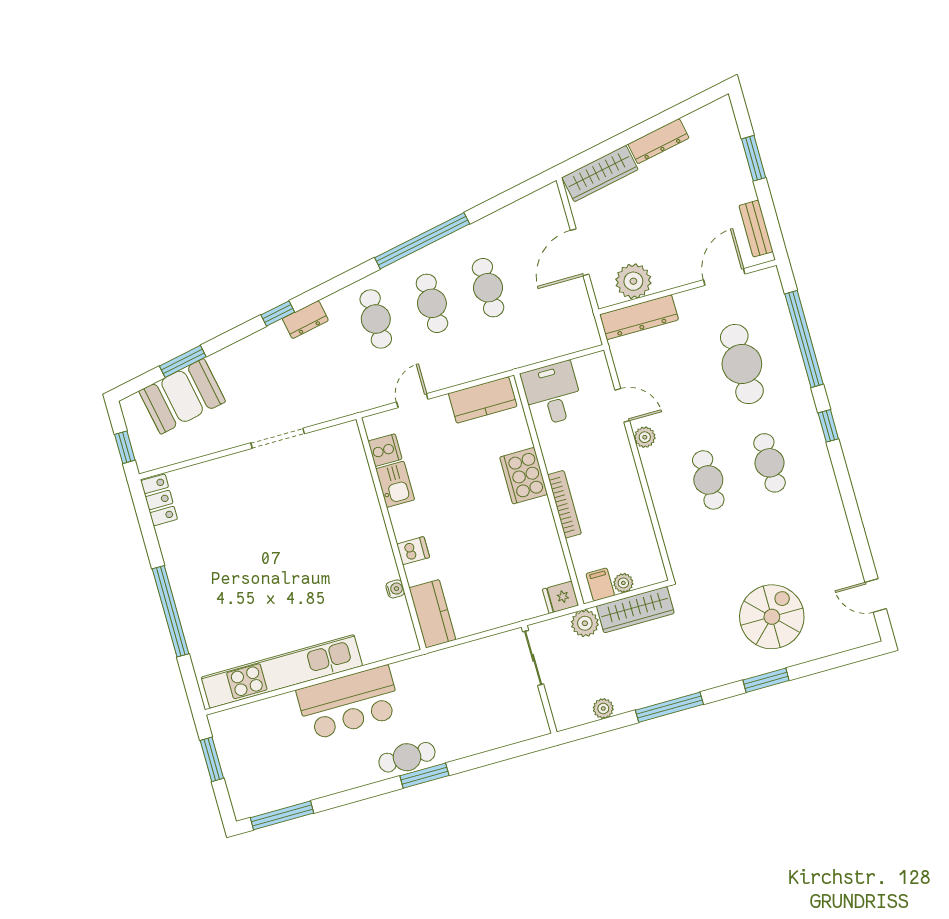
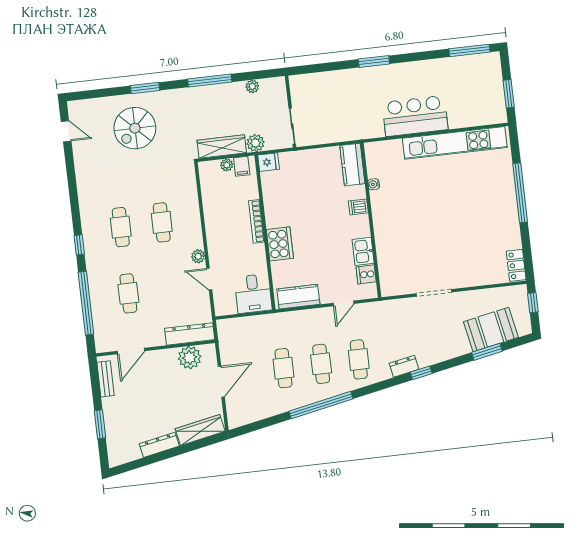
cafe table: (742, 364) -> (128, 293), width x0.73, depth x0.74
cafe table: (407, 757) -> (383, 75), removed

